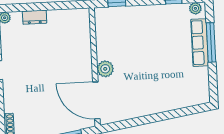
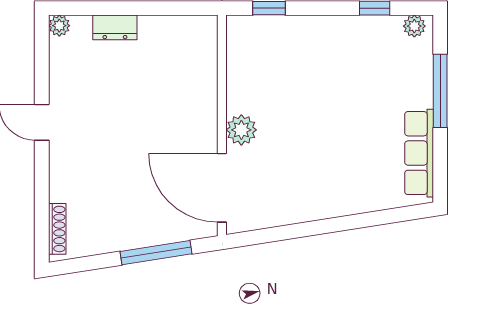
row of seats: (200, 43) -> (419, 153), moved

